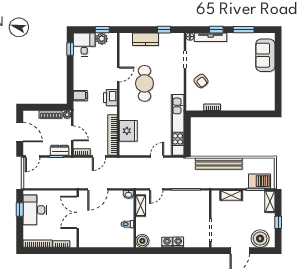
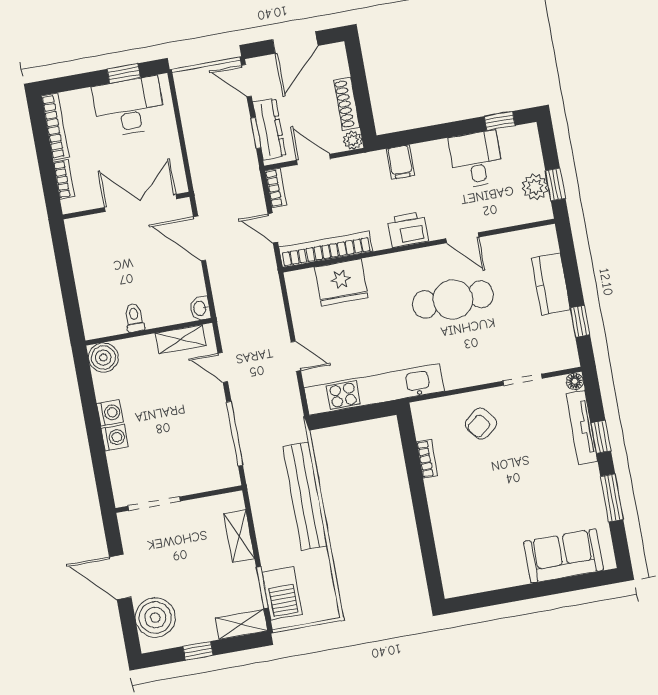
desk: (84, 44) -> (476, 159), moved, turned -90
door: (72, 133) -> (313, 159), swing flipped
dresser: (60, 150) -> (269, 129), width x1.44

